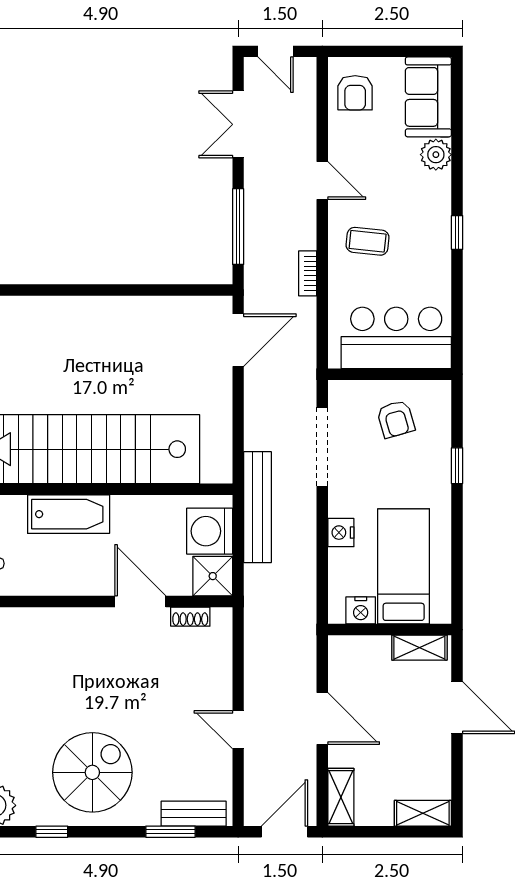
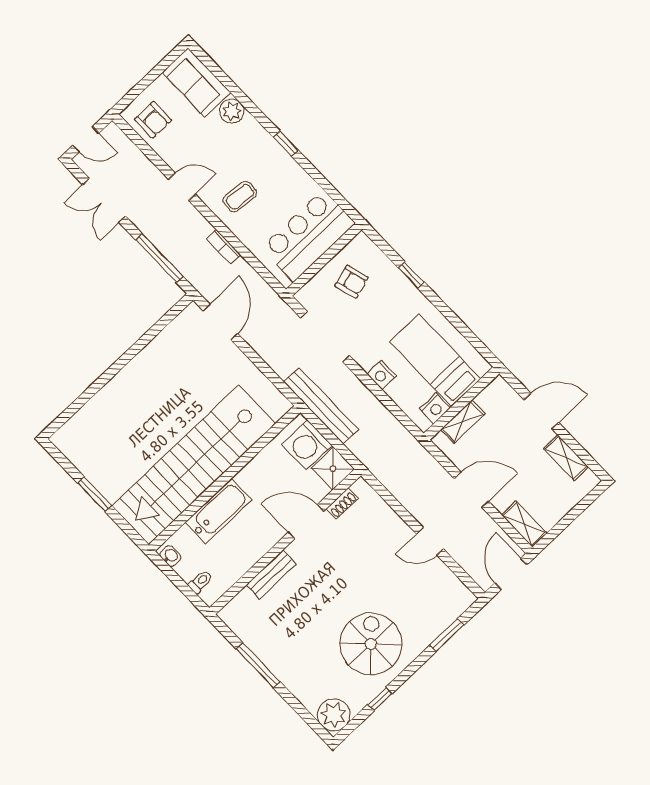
shelving: (419, 648) -> (463, 422), moved
shelving: (423, 813) -> (566, 458), moved, turned 90
bench: (194, 814) -> (271, 574), moved

